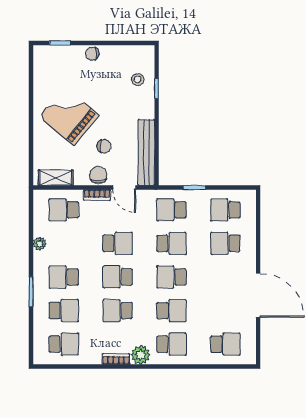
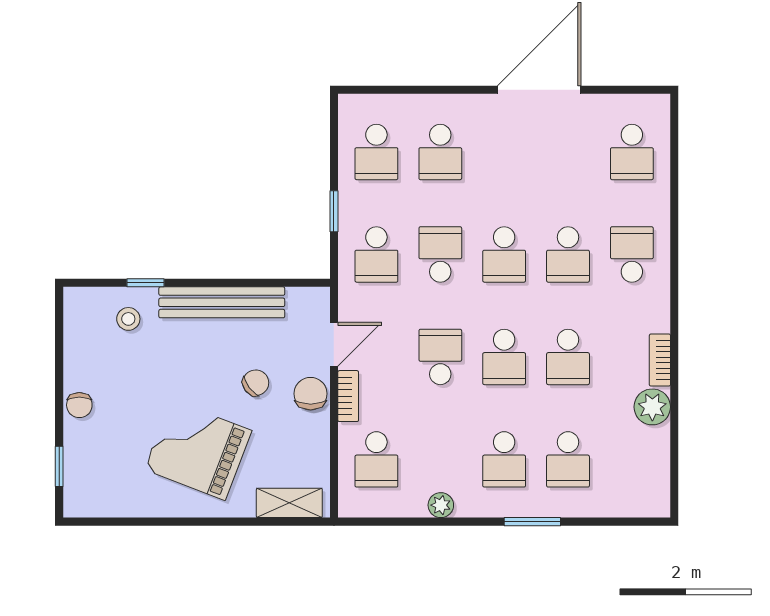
grand piano: (69, 116) -> (198, 450), turned 72
chair: (104, 146) -> (256, 383), turned 53
bench: (146, 152) -> (222, 302), moved
chair: (98, 175) -> (311, 394), turned 90
shelving: (56, 178) -> (289, 503), moved, turned 90
school desk: (64, 311) -> (568, 459), turned 180
school desk: (171, 311) -> (568, 254), turned 180
school desk: (64, 344) -> (632, 459), removed
school desk: (225, 344) -> (632, 152), turned 180
plant: (141, 355) -> (652, 407), moved

